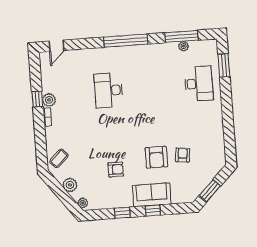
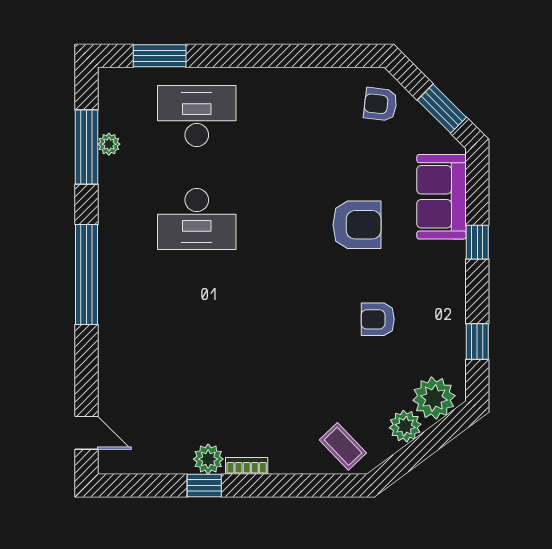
desk: (109, 90) -> (197, 219), moved
armchair: (183, 155) -> (380, 104), moved
armchair: (116, 169) -> (378, 319), turned -90
sofa: (152, 195) -> (441, 197), moved
plant: (83, 203) -> (434, 398), width x1.88, depth x1.88
window: (122, 213) -> (477, 342), moved

